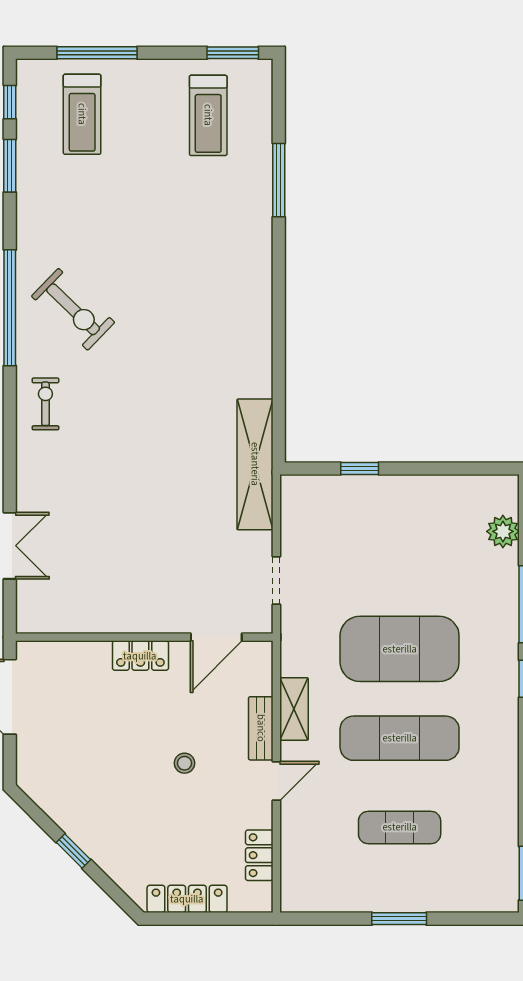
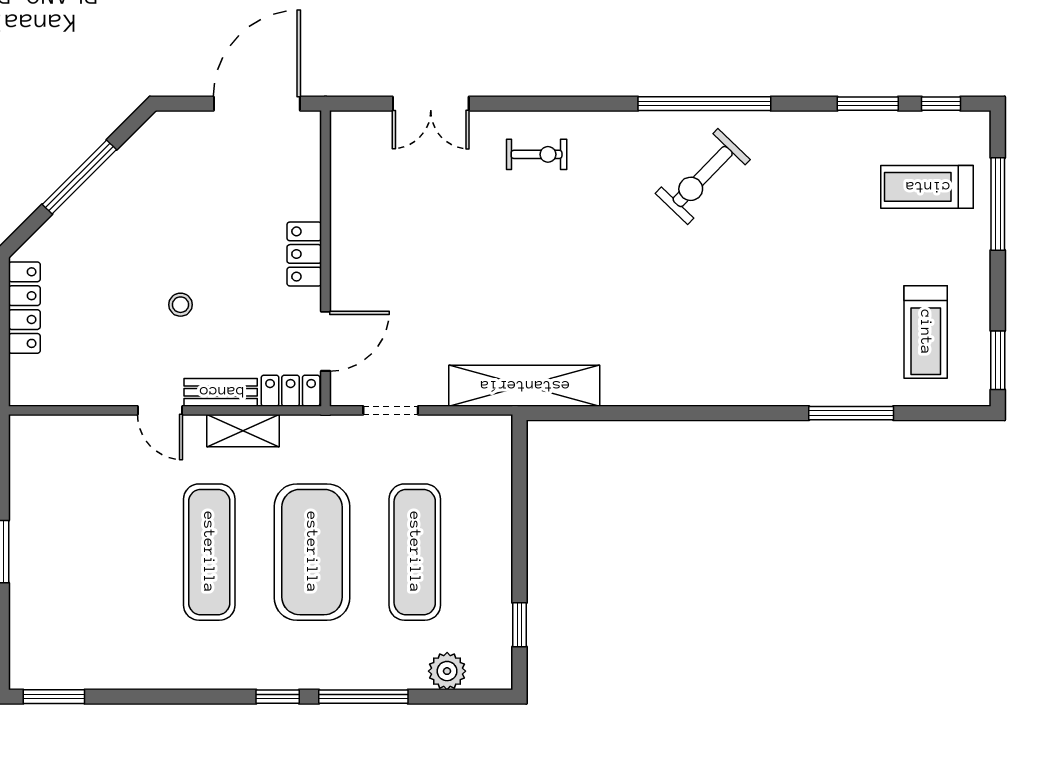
treadmill: (208, 115) -> (926, 332), turned -90
exercise bike: (45, 404) -> (537, 154), moved
window: (360, 468) -> (520, 625), moved
door: (216, 637) -> (326, 341), swing flipped
exercise mat: (400, 827) -> (415, 552), moved, width x1.36, depth x1.45
window: (74, 851) -> (79, 177), width x2.17
locker: (259, 855) -> (291, 391), moved

